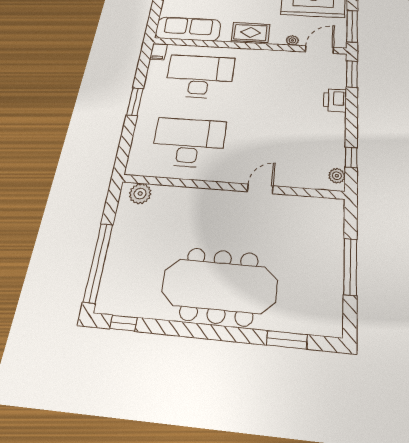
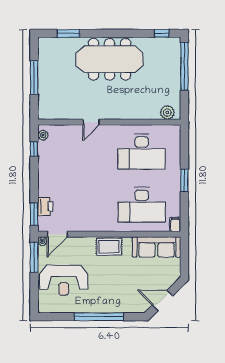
plant: (292, 40) -> (42, 241), moved
printer: (335, 100) -> (45, 206), moved

